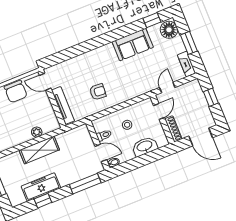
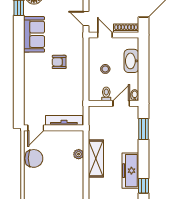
armchair: (98, 92) -> (59, 62), moved, turned -94
window: (85, 184) -> (143, 129), width x0.69
window: (43, 201) -> (143, 186), moved

